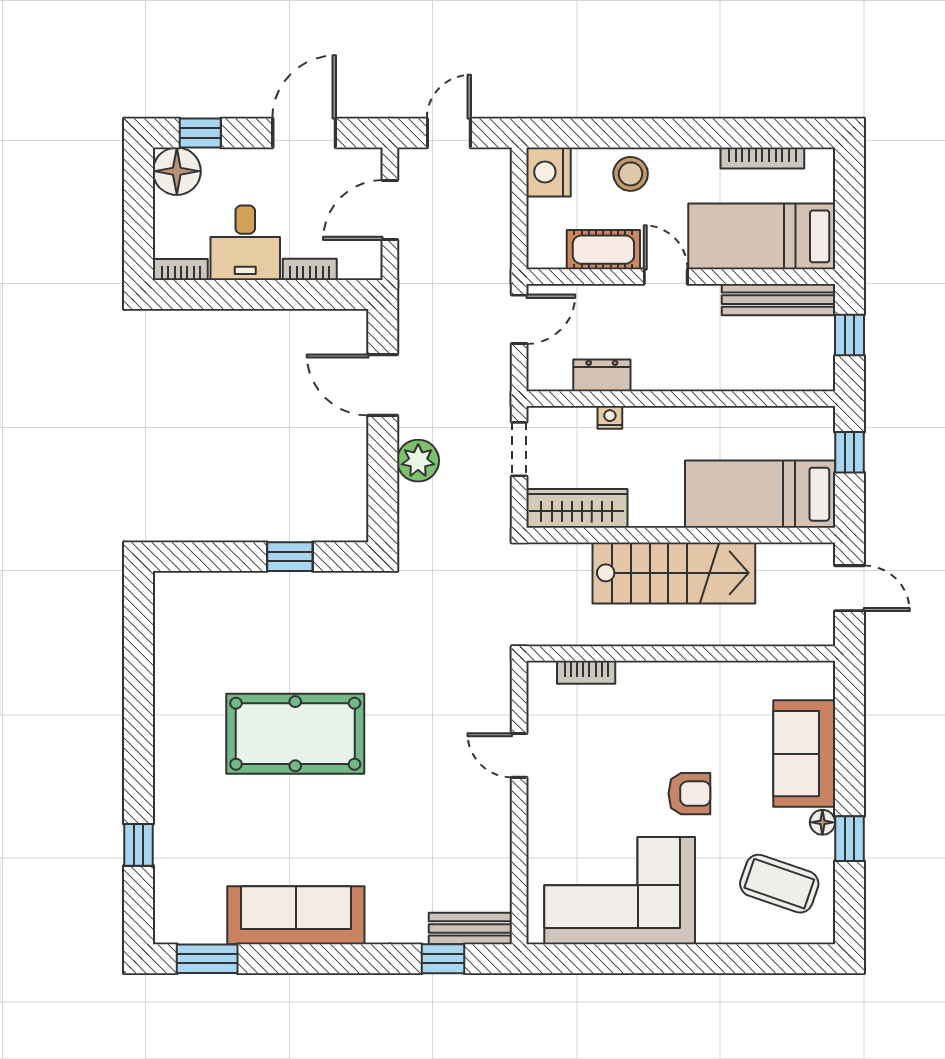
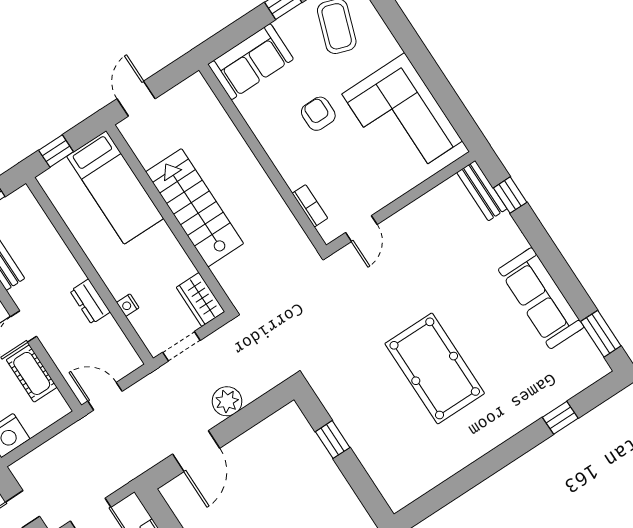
dresser: (602, 375) -> (90, 301), moved
wardrobe: (577, 508) -> (200, 299), width x0.67
wall: (681, 654) -> (263, 158), moved
bookcase: (586, 672) -> (310, 206), moved
floor lamp: (822, 822) -> (284, 24), removed

